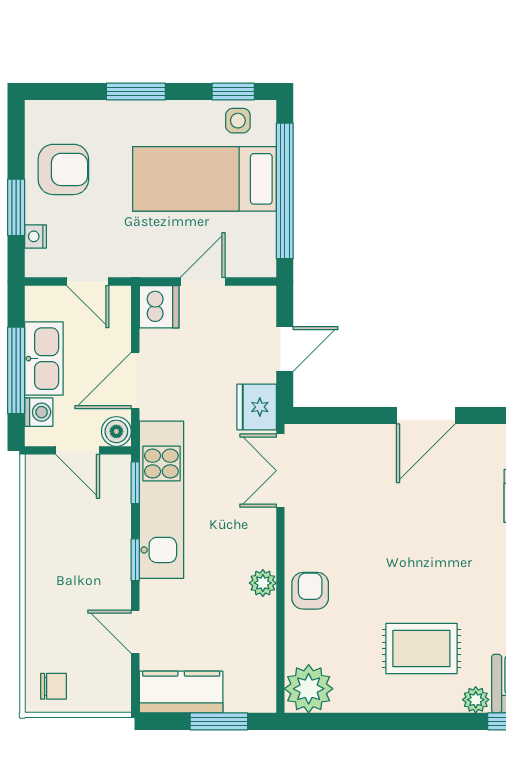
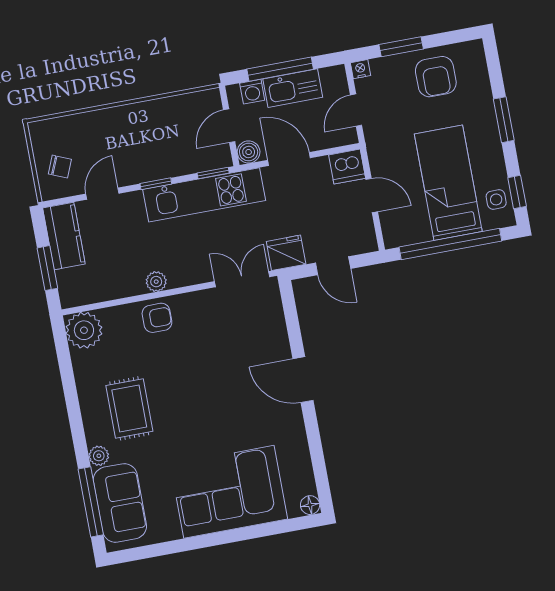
nightstand: (35, 236) -> (360, 69), moved
chair: (53, 686) -> (60, 167), moved, turned -67

